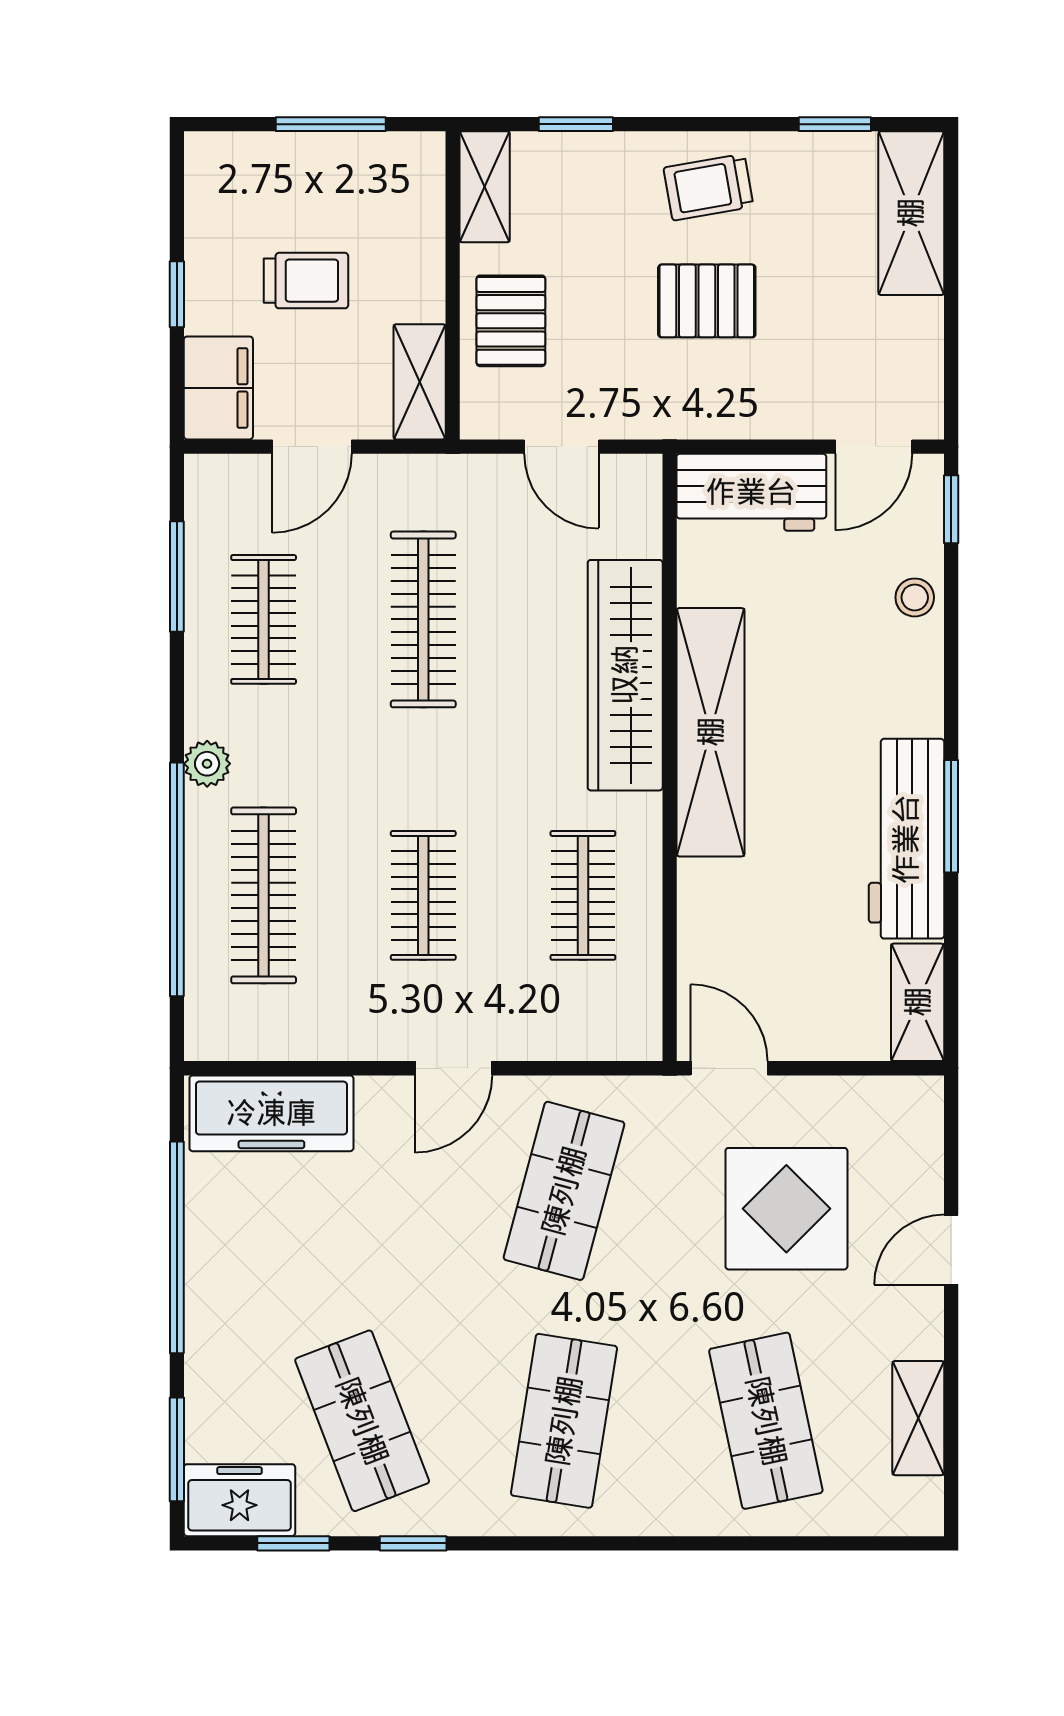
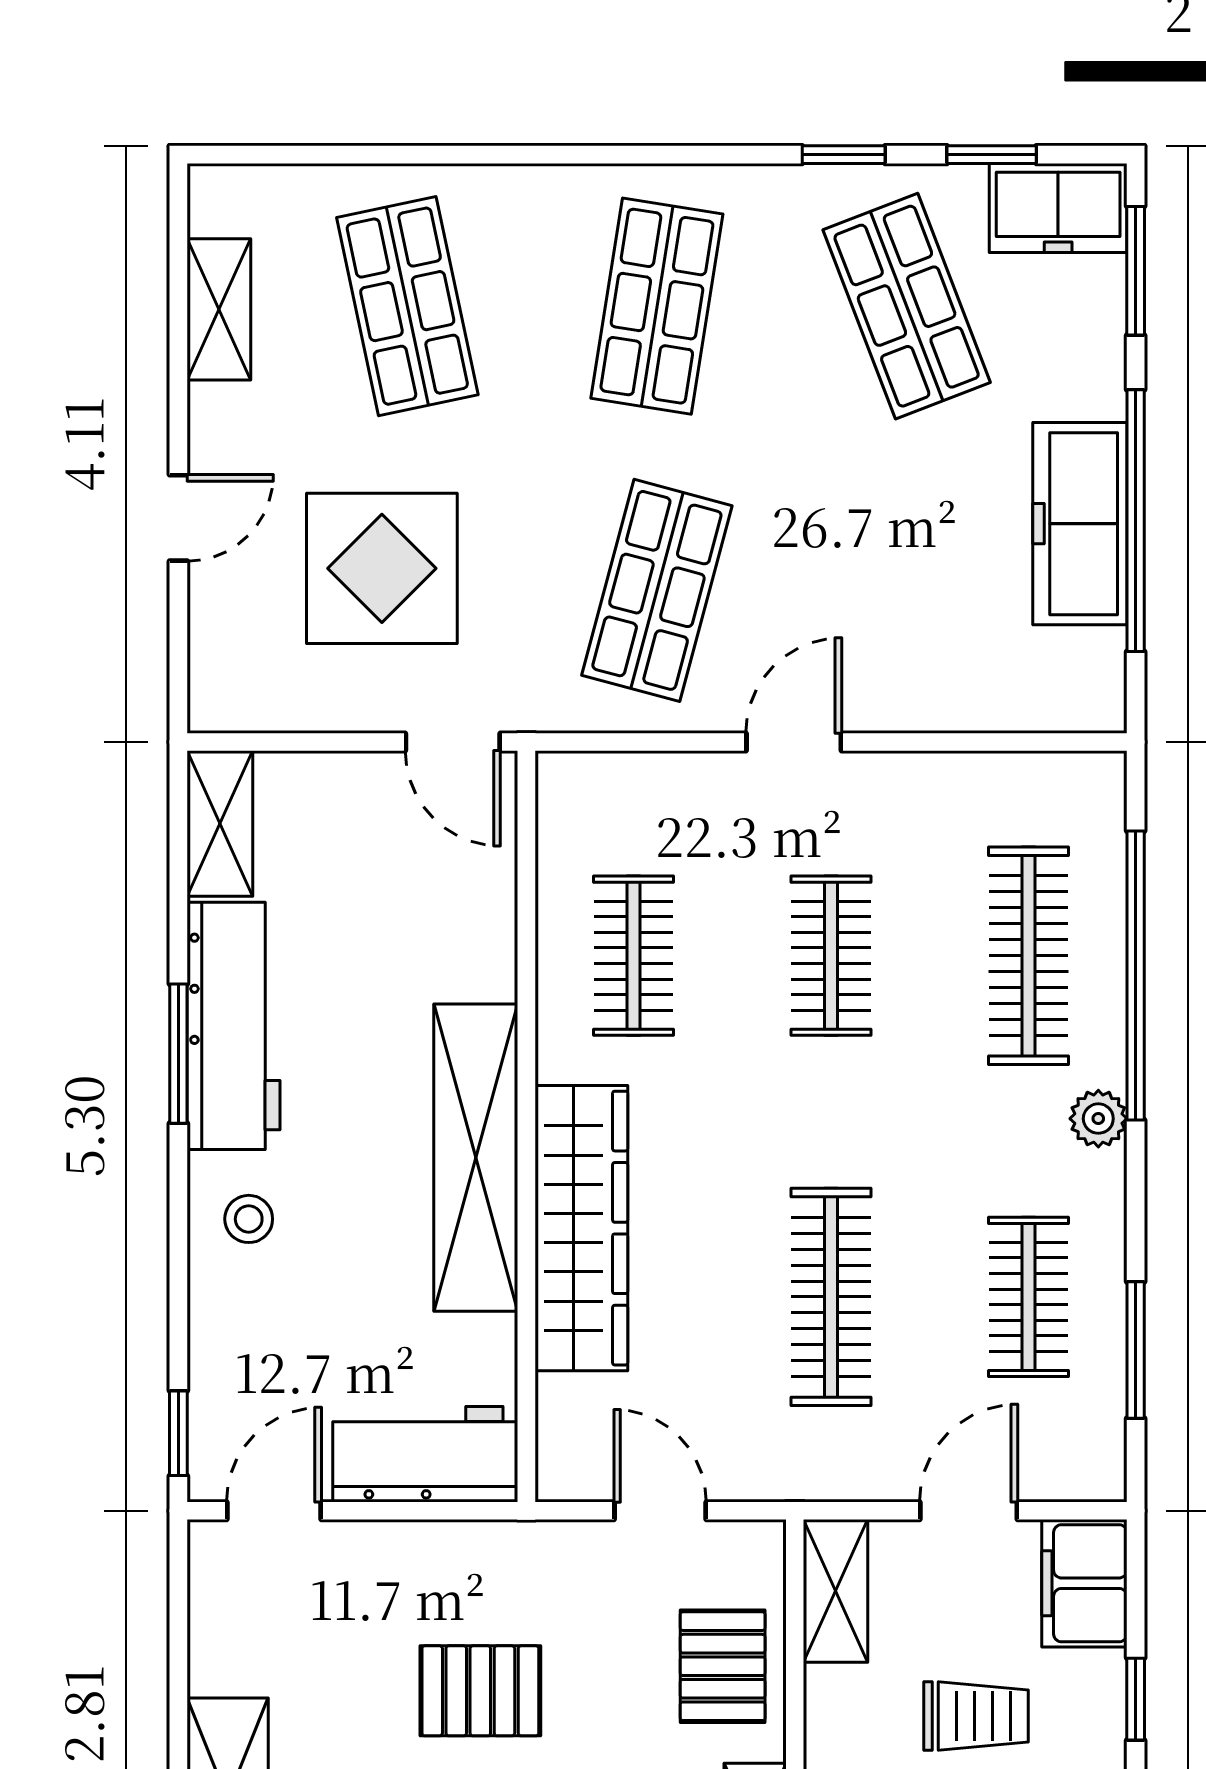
trolley: (306, 281) -> (976, 1716), turned 180
stool: (915, 597) -> (249, 1219), moved
freezer: (271, 1113) -> (1080, 524), moved, turned -90

